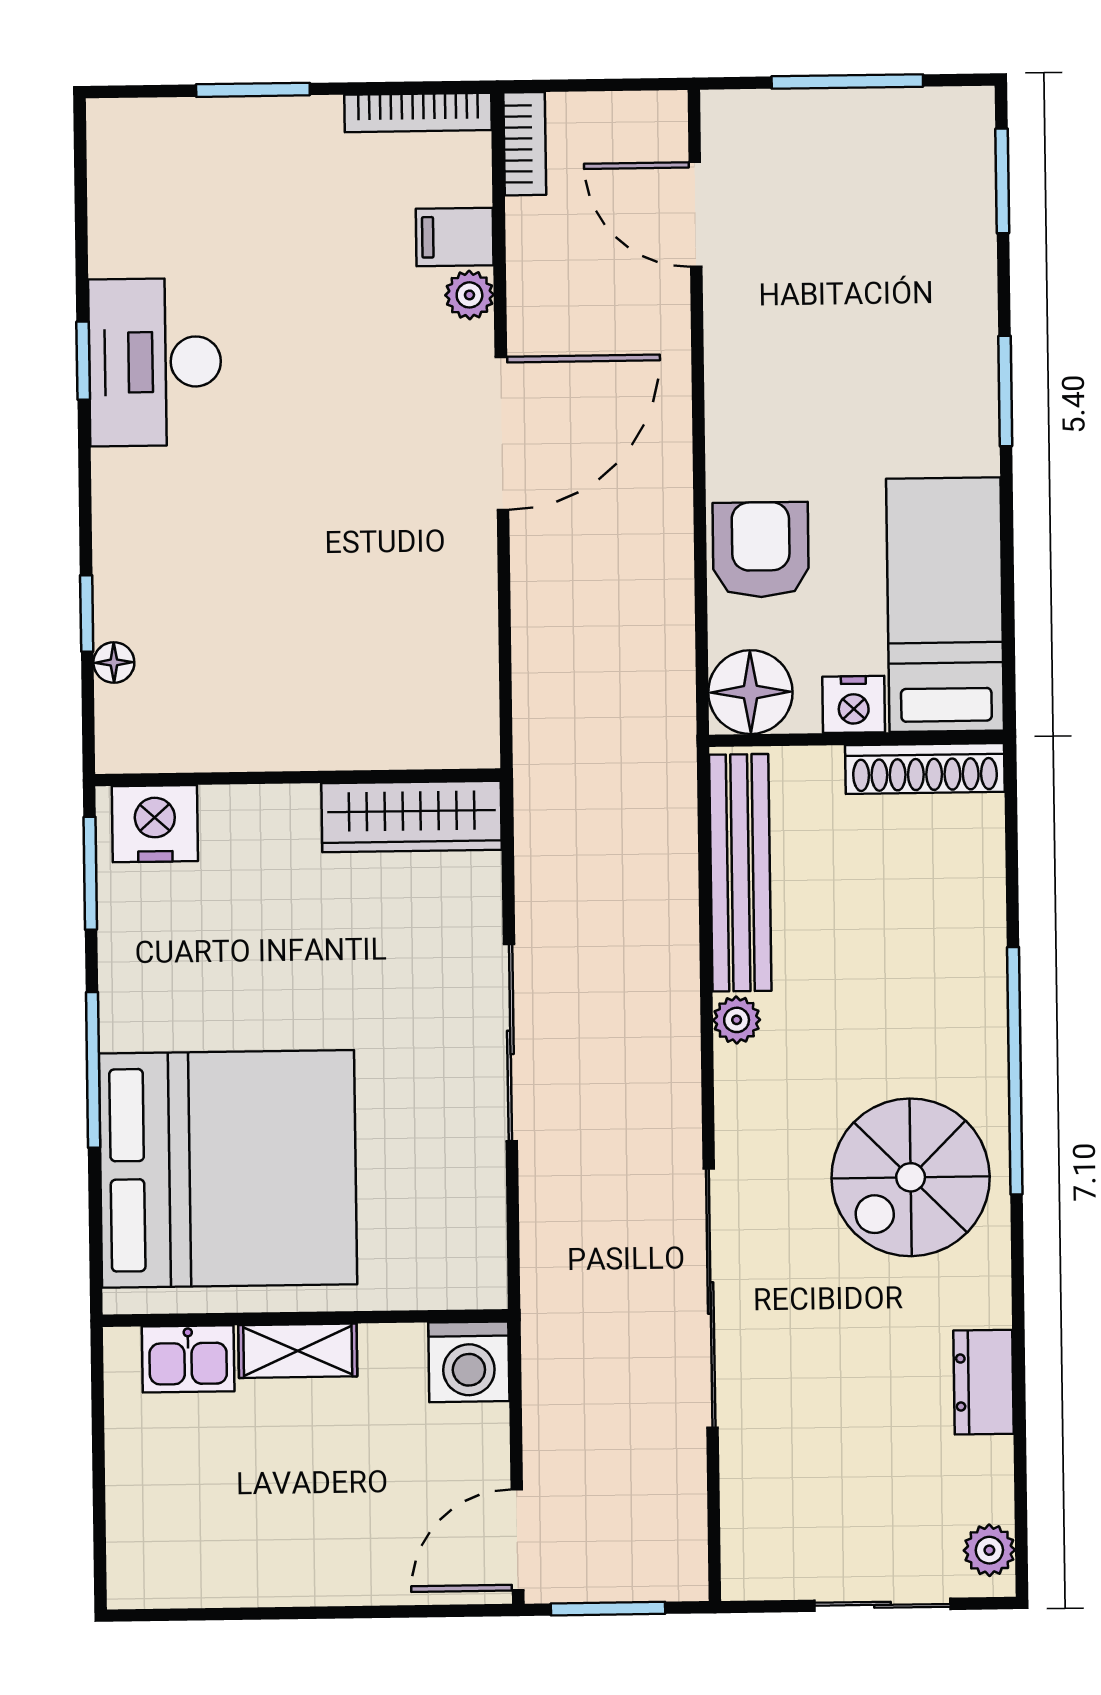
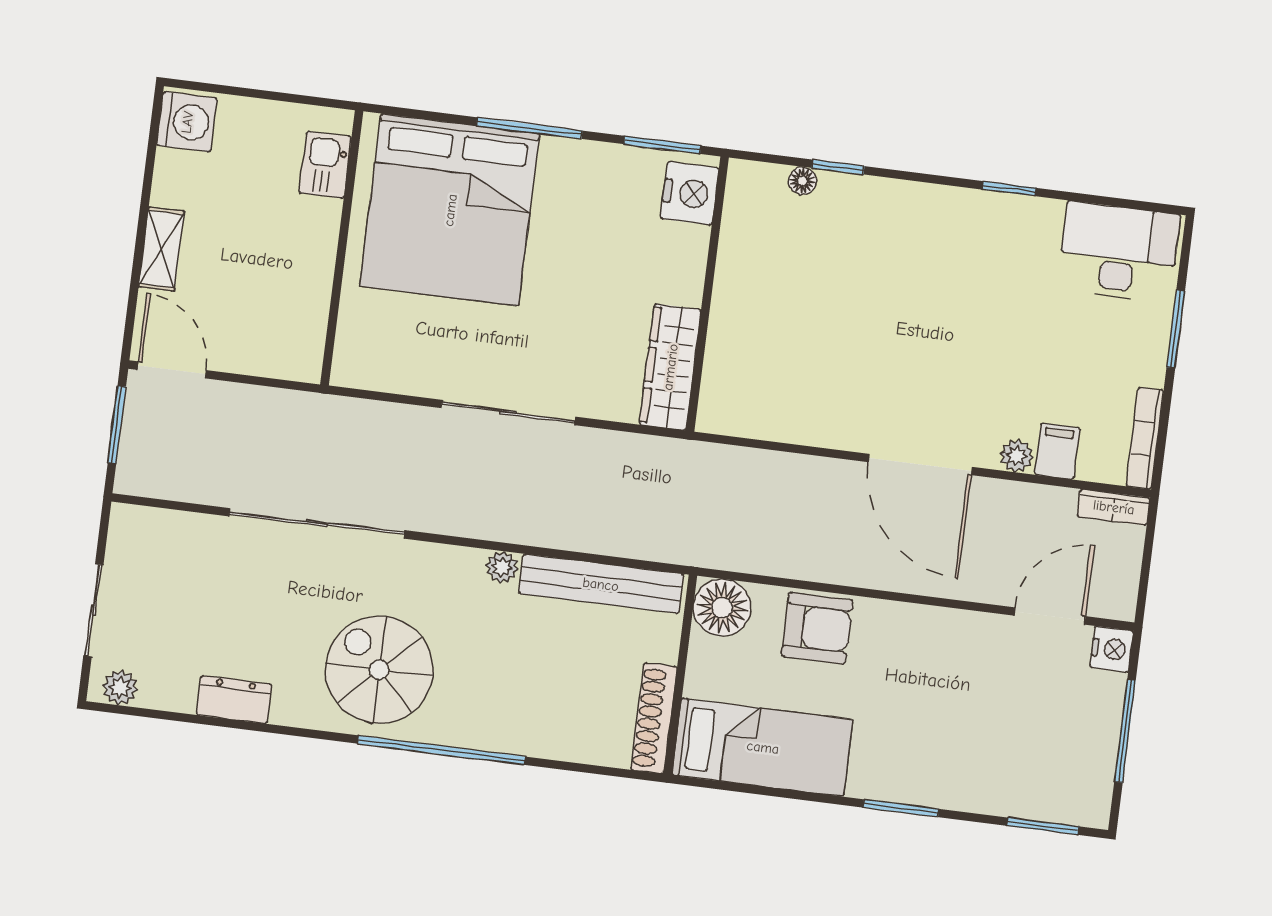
desk: (155, 362) -> (1119, 252), moved
nightstand: (854, 704) -> (1112, 649), moved, turned 180
shelving: (298, 1351) -> (161, 249), moved
washing machine: (469, 1362) -> (187, 122), moved, turned 180

